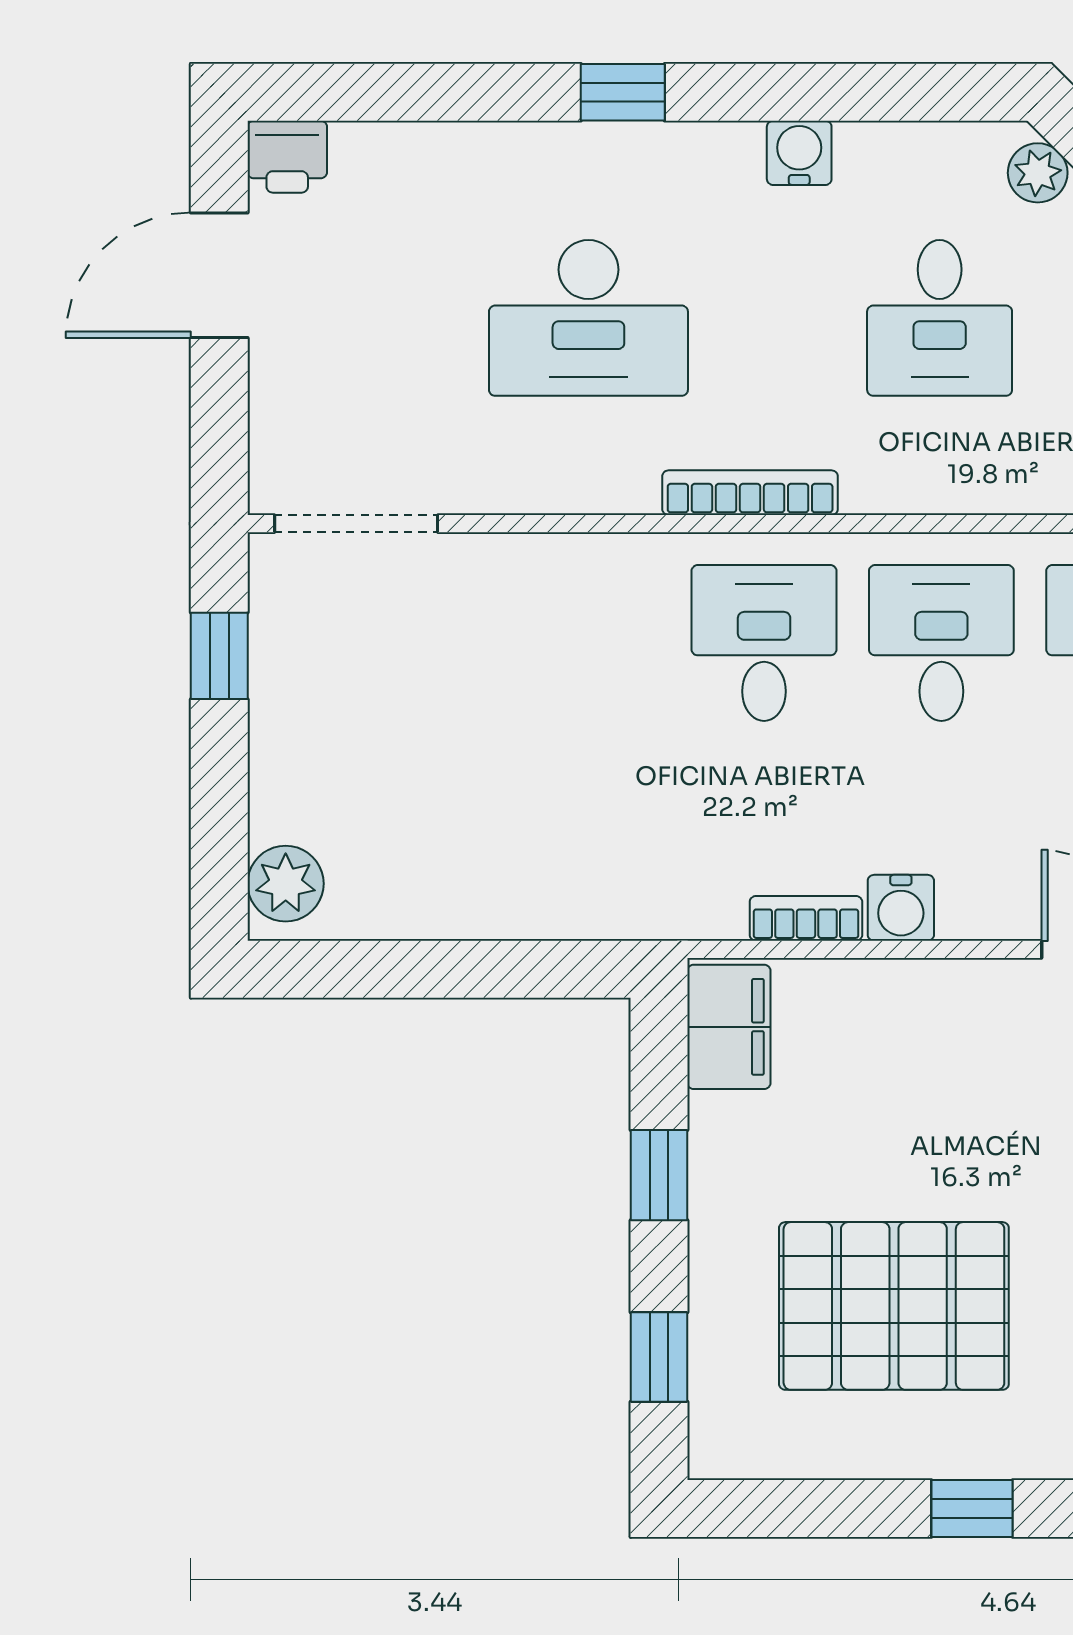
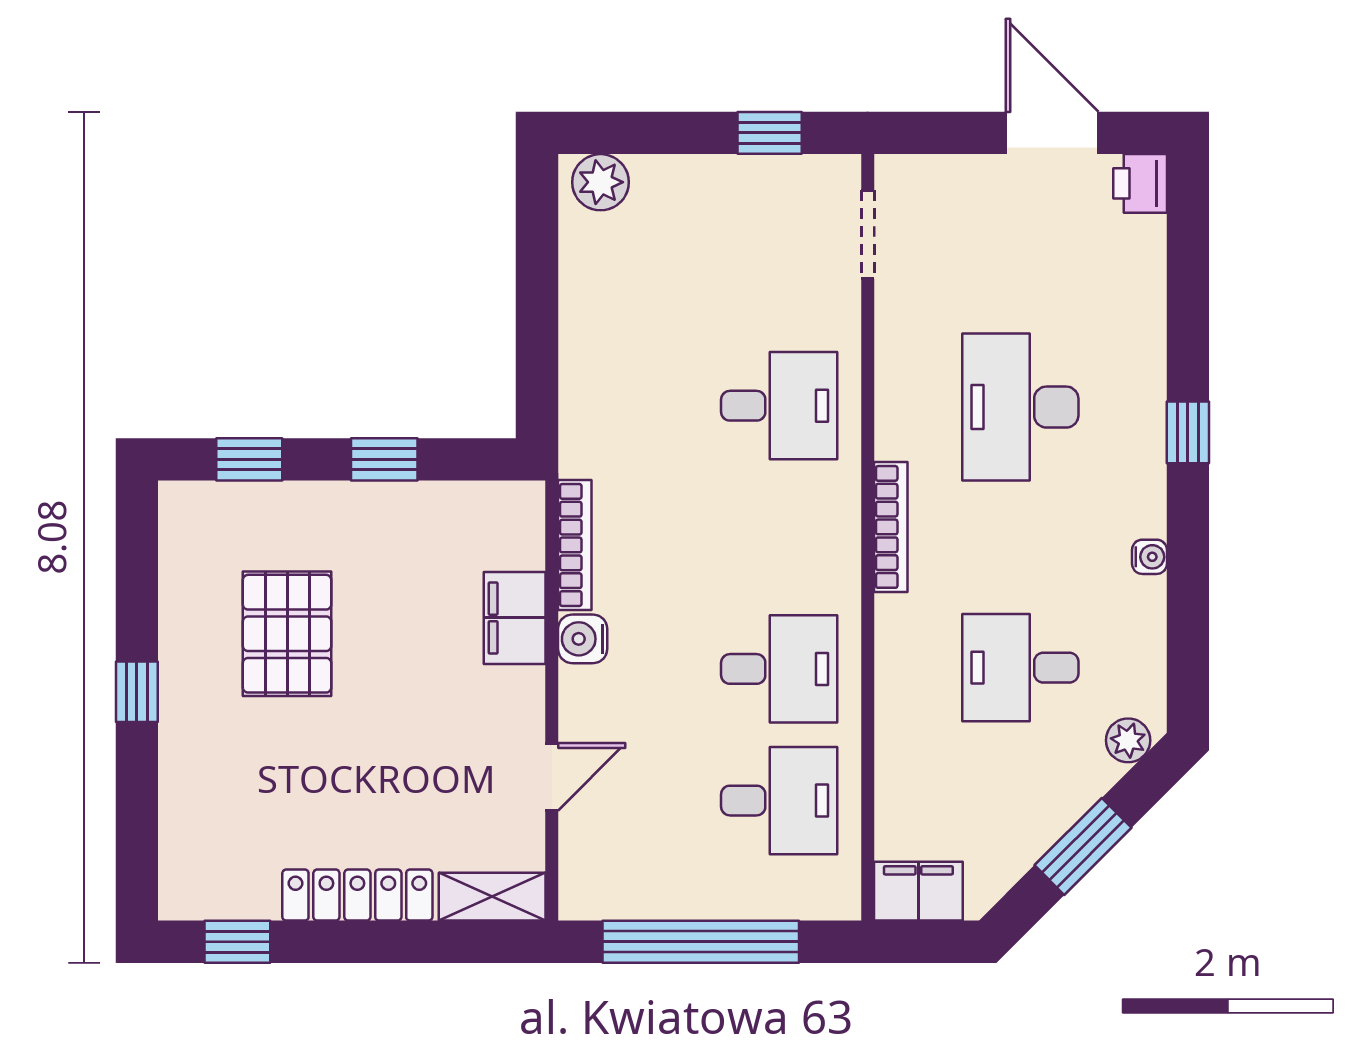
water cooler: (799, 153) -> (1149, 557), width x0.72, depth x0.72
doorway: (356, 524) -> (868, 235), width x0.73
desk: (764, 643) -> (779, 406), moved
bookcase: (806, 918) -> (575, 545), width x1.56
filing cabinet: (729, 1027) -> (515, 618), moved, turned 90
pallet: (894, 1306) -> (287, 634), width x0.73, depth x0.71

